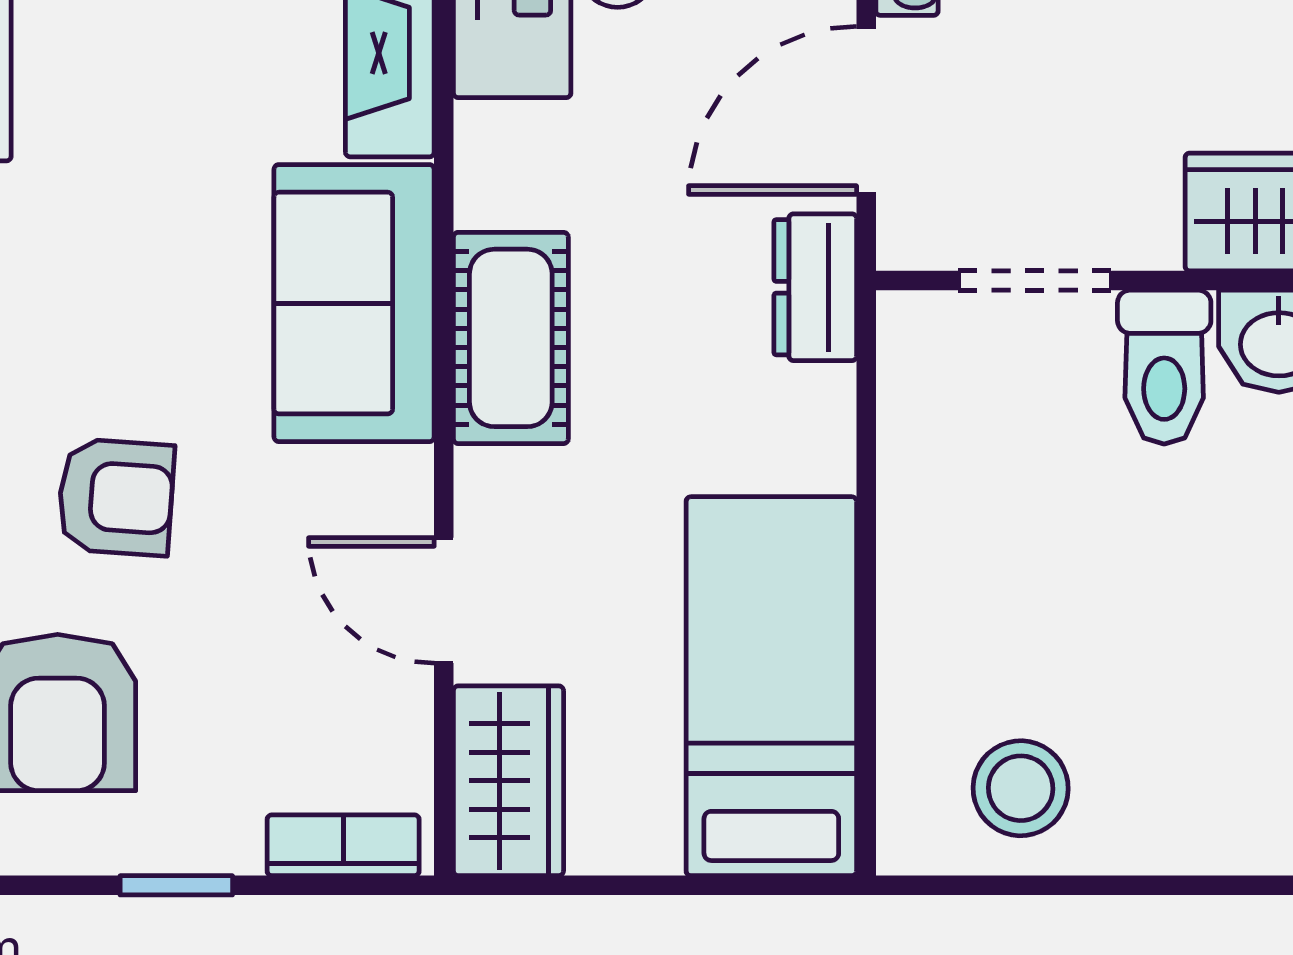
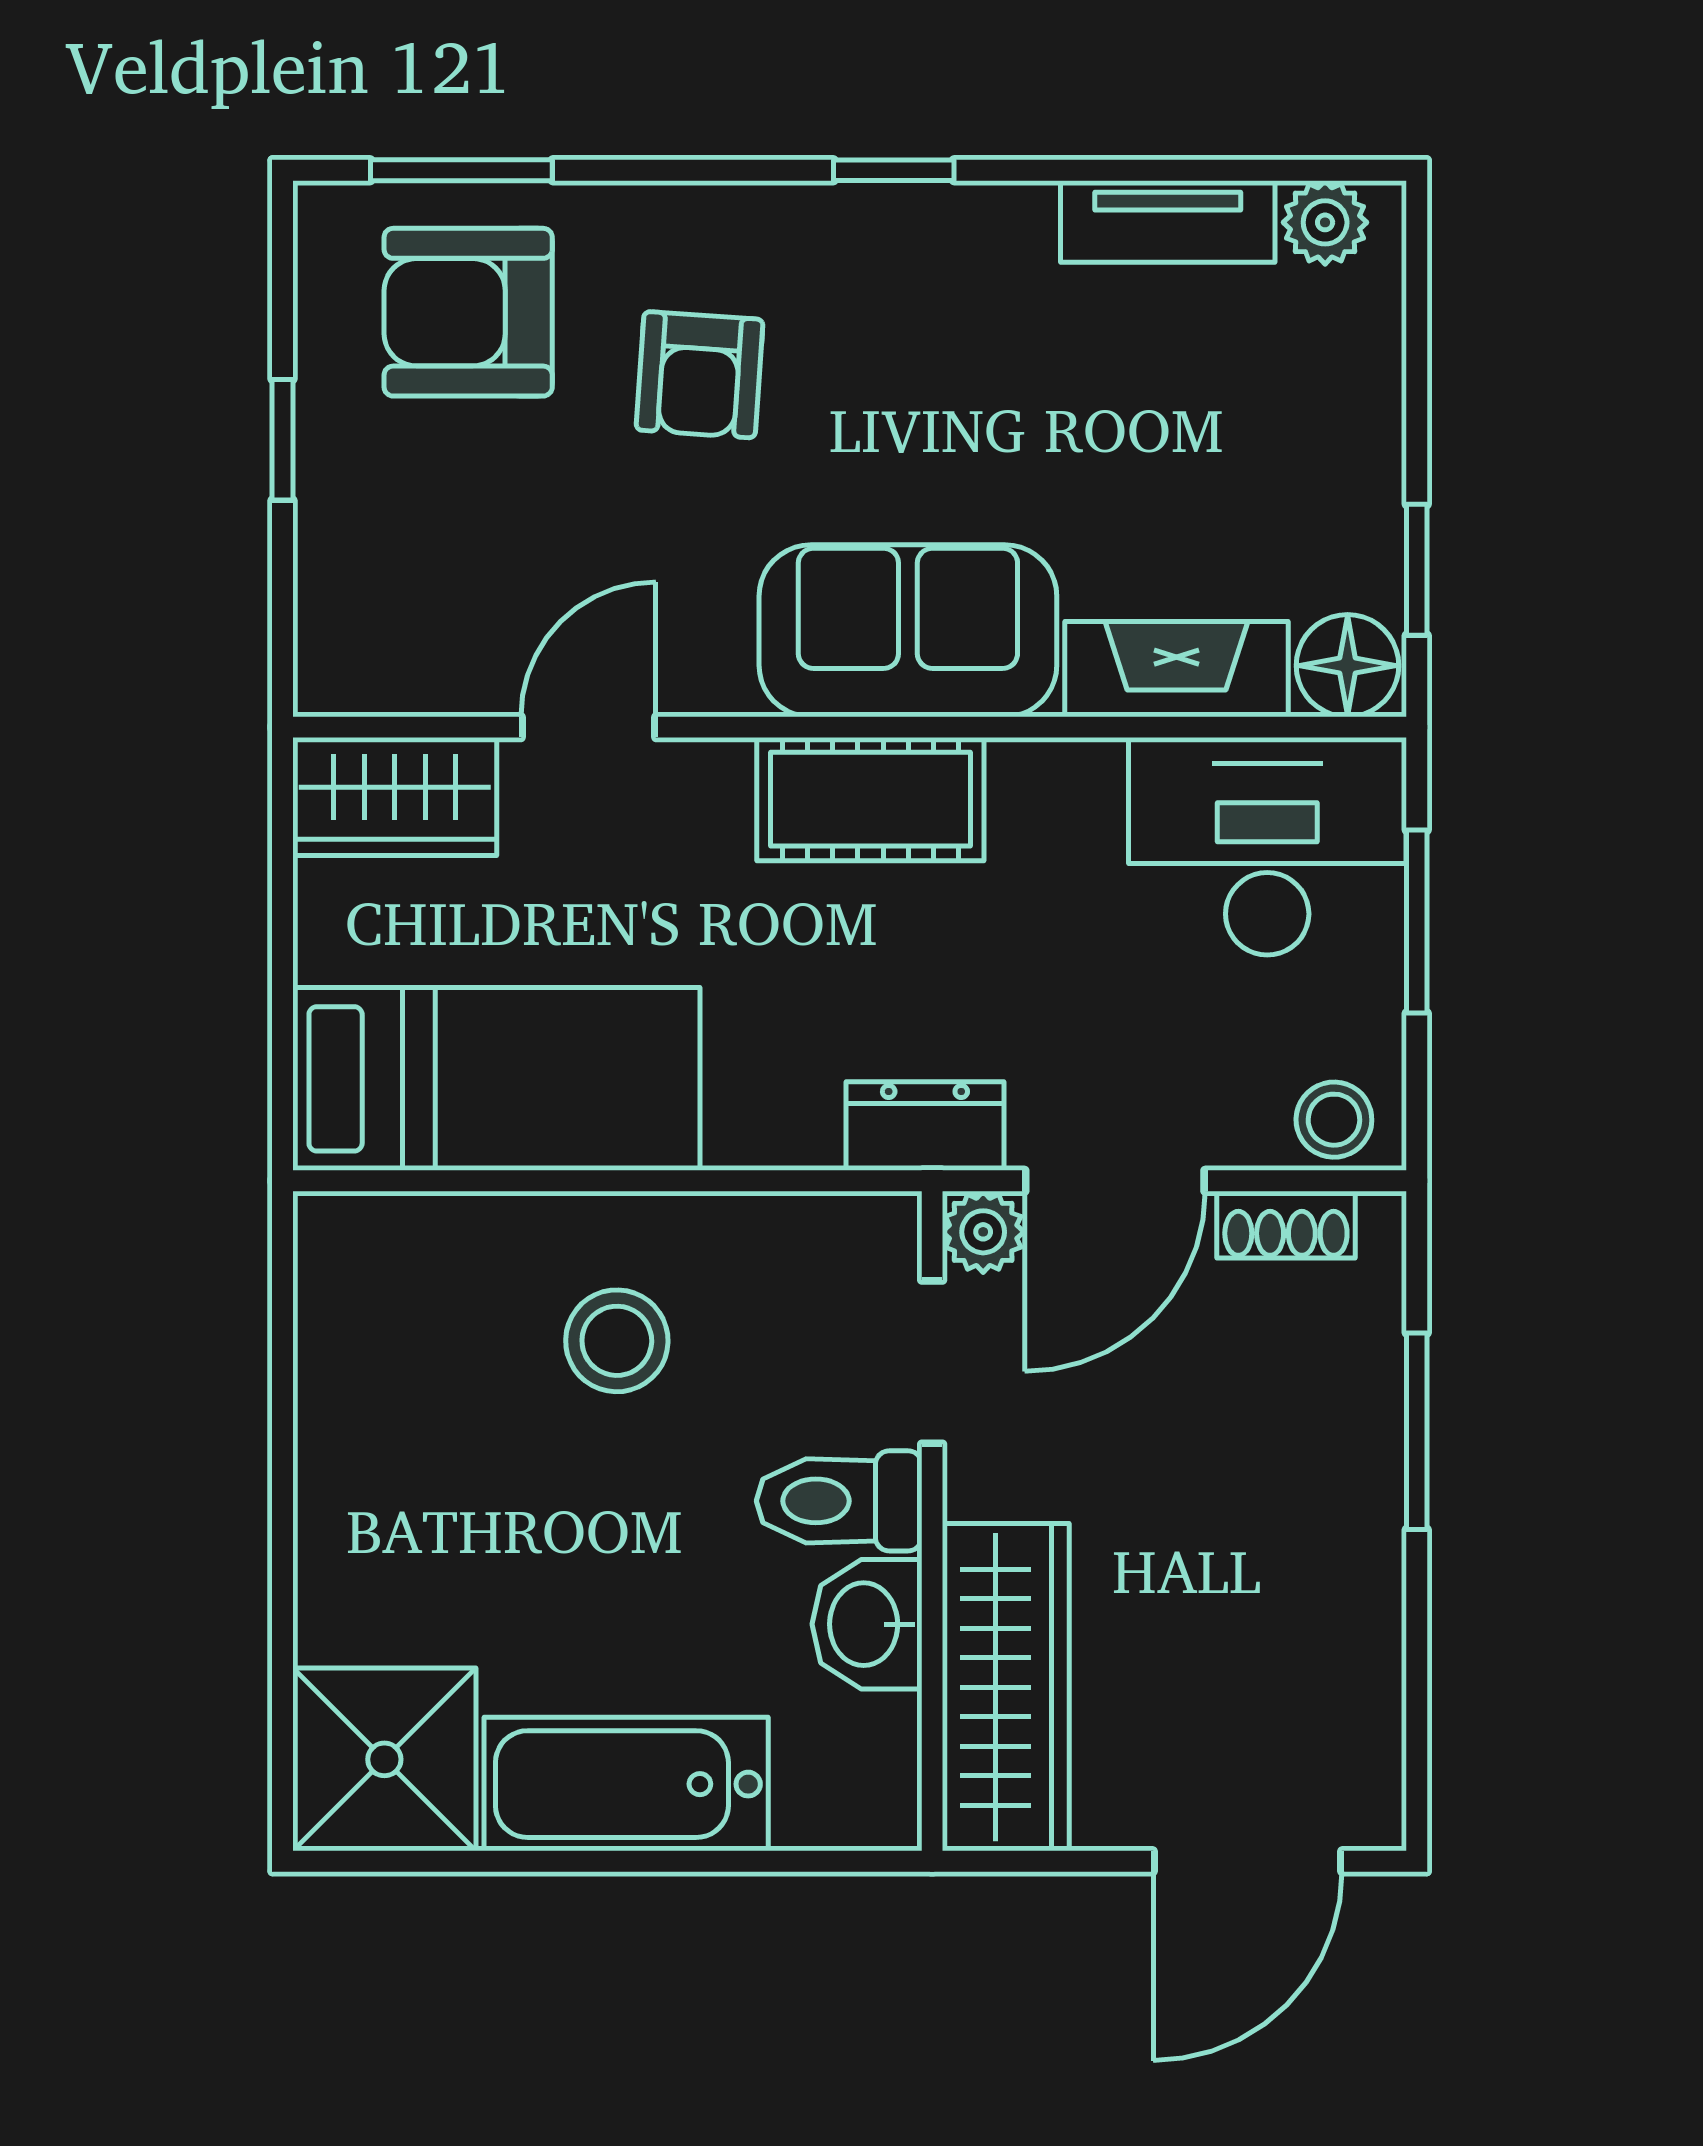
door: (866, 110) -> (1115, 1181), swing flipped
plant: (914, 233) -> (983, 1232), added
stool: (1021, 788) -> (617, 1341), moved
bookcase: (343, 845) -> (325, 619), removed

